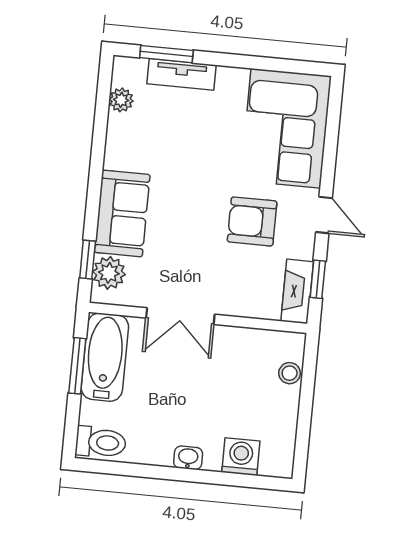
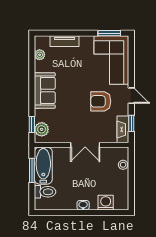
window: (166, 54) -> (109, 33), moved
sofa: (122, 213) -> (45, 91), moved
double door: (180, 316) -> (85, 145), moved
toilet: (101, 442) -> (45, 192), moved

